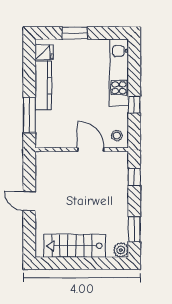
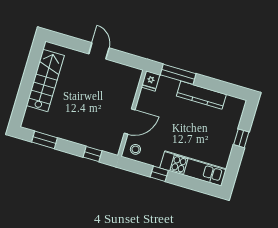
window: (75, 33) -> (241, 138), width x0.67
fridge: (44, 52) -> (151, 81), moved
door: (29, 201) -> (99, 51), hinge flipped
plant: (121, 250) -> (29, 122), removed

